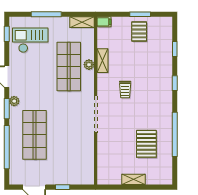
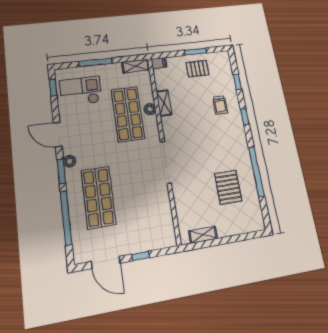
pallet: (139, 31) -> (198, 69), turned 90
trolley: (125, 89) -> (220, 105), moved
shelving: (133, 179) -> (203, 235), moved

